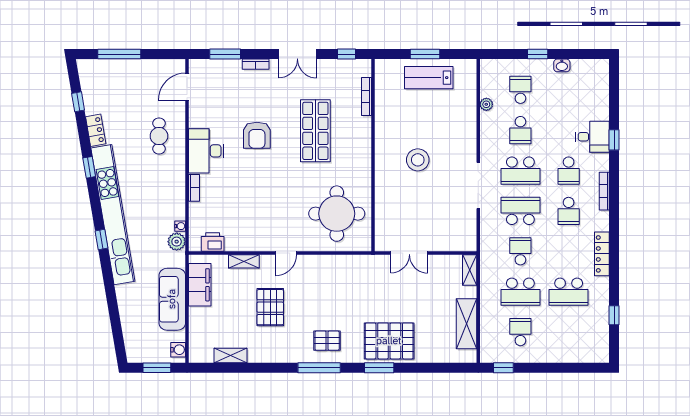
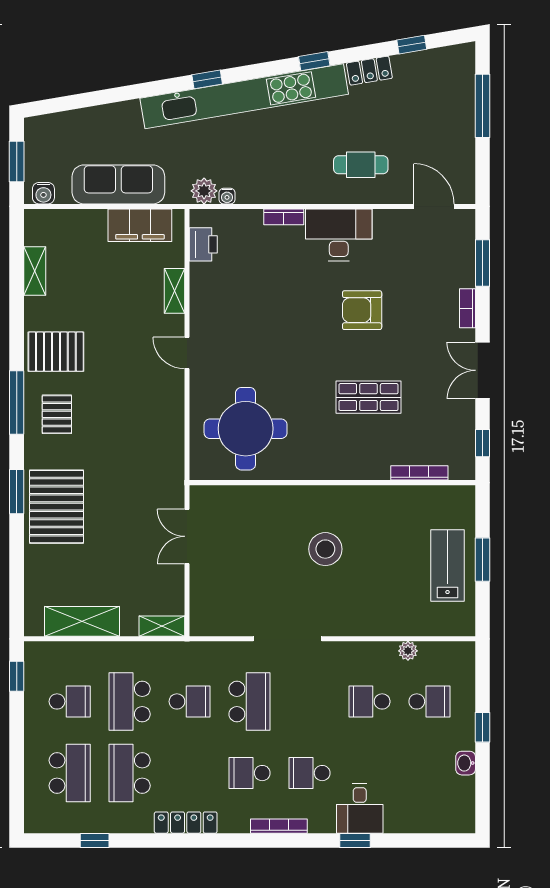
shop shelf: (315, 131) -> (368, 397), width x0.70, depth x0.74
school desk: (520, 171) -> (70, 773), moved, turned 180
pallet: (270, 307) -> (56, 352), moved

